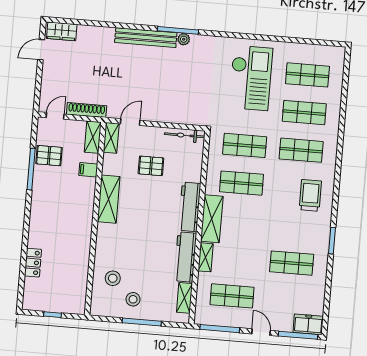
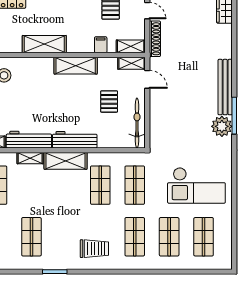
plant: (184, 39) -> (222, 126), width x1.87, depth x1.87
bicycle: (185, 135) -> (137, 123), width x1.37, depth x1.40
shelving: (82, 231) -> (44, 44), added

